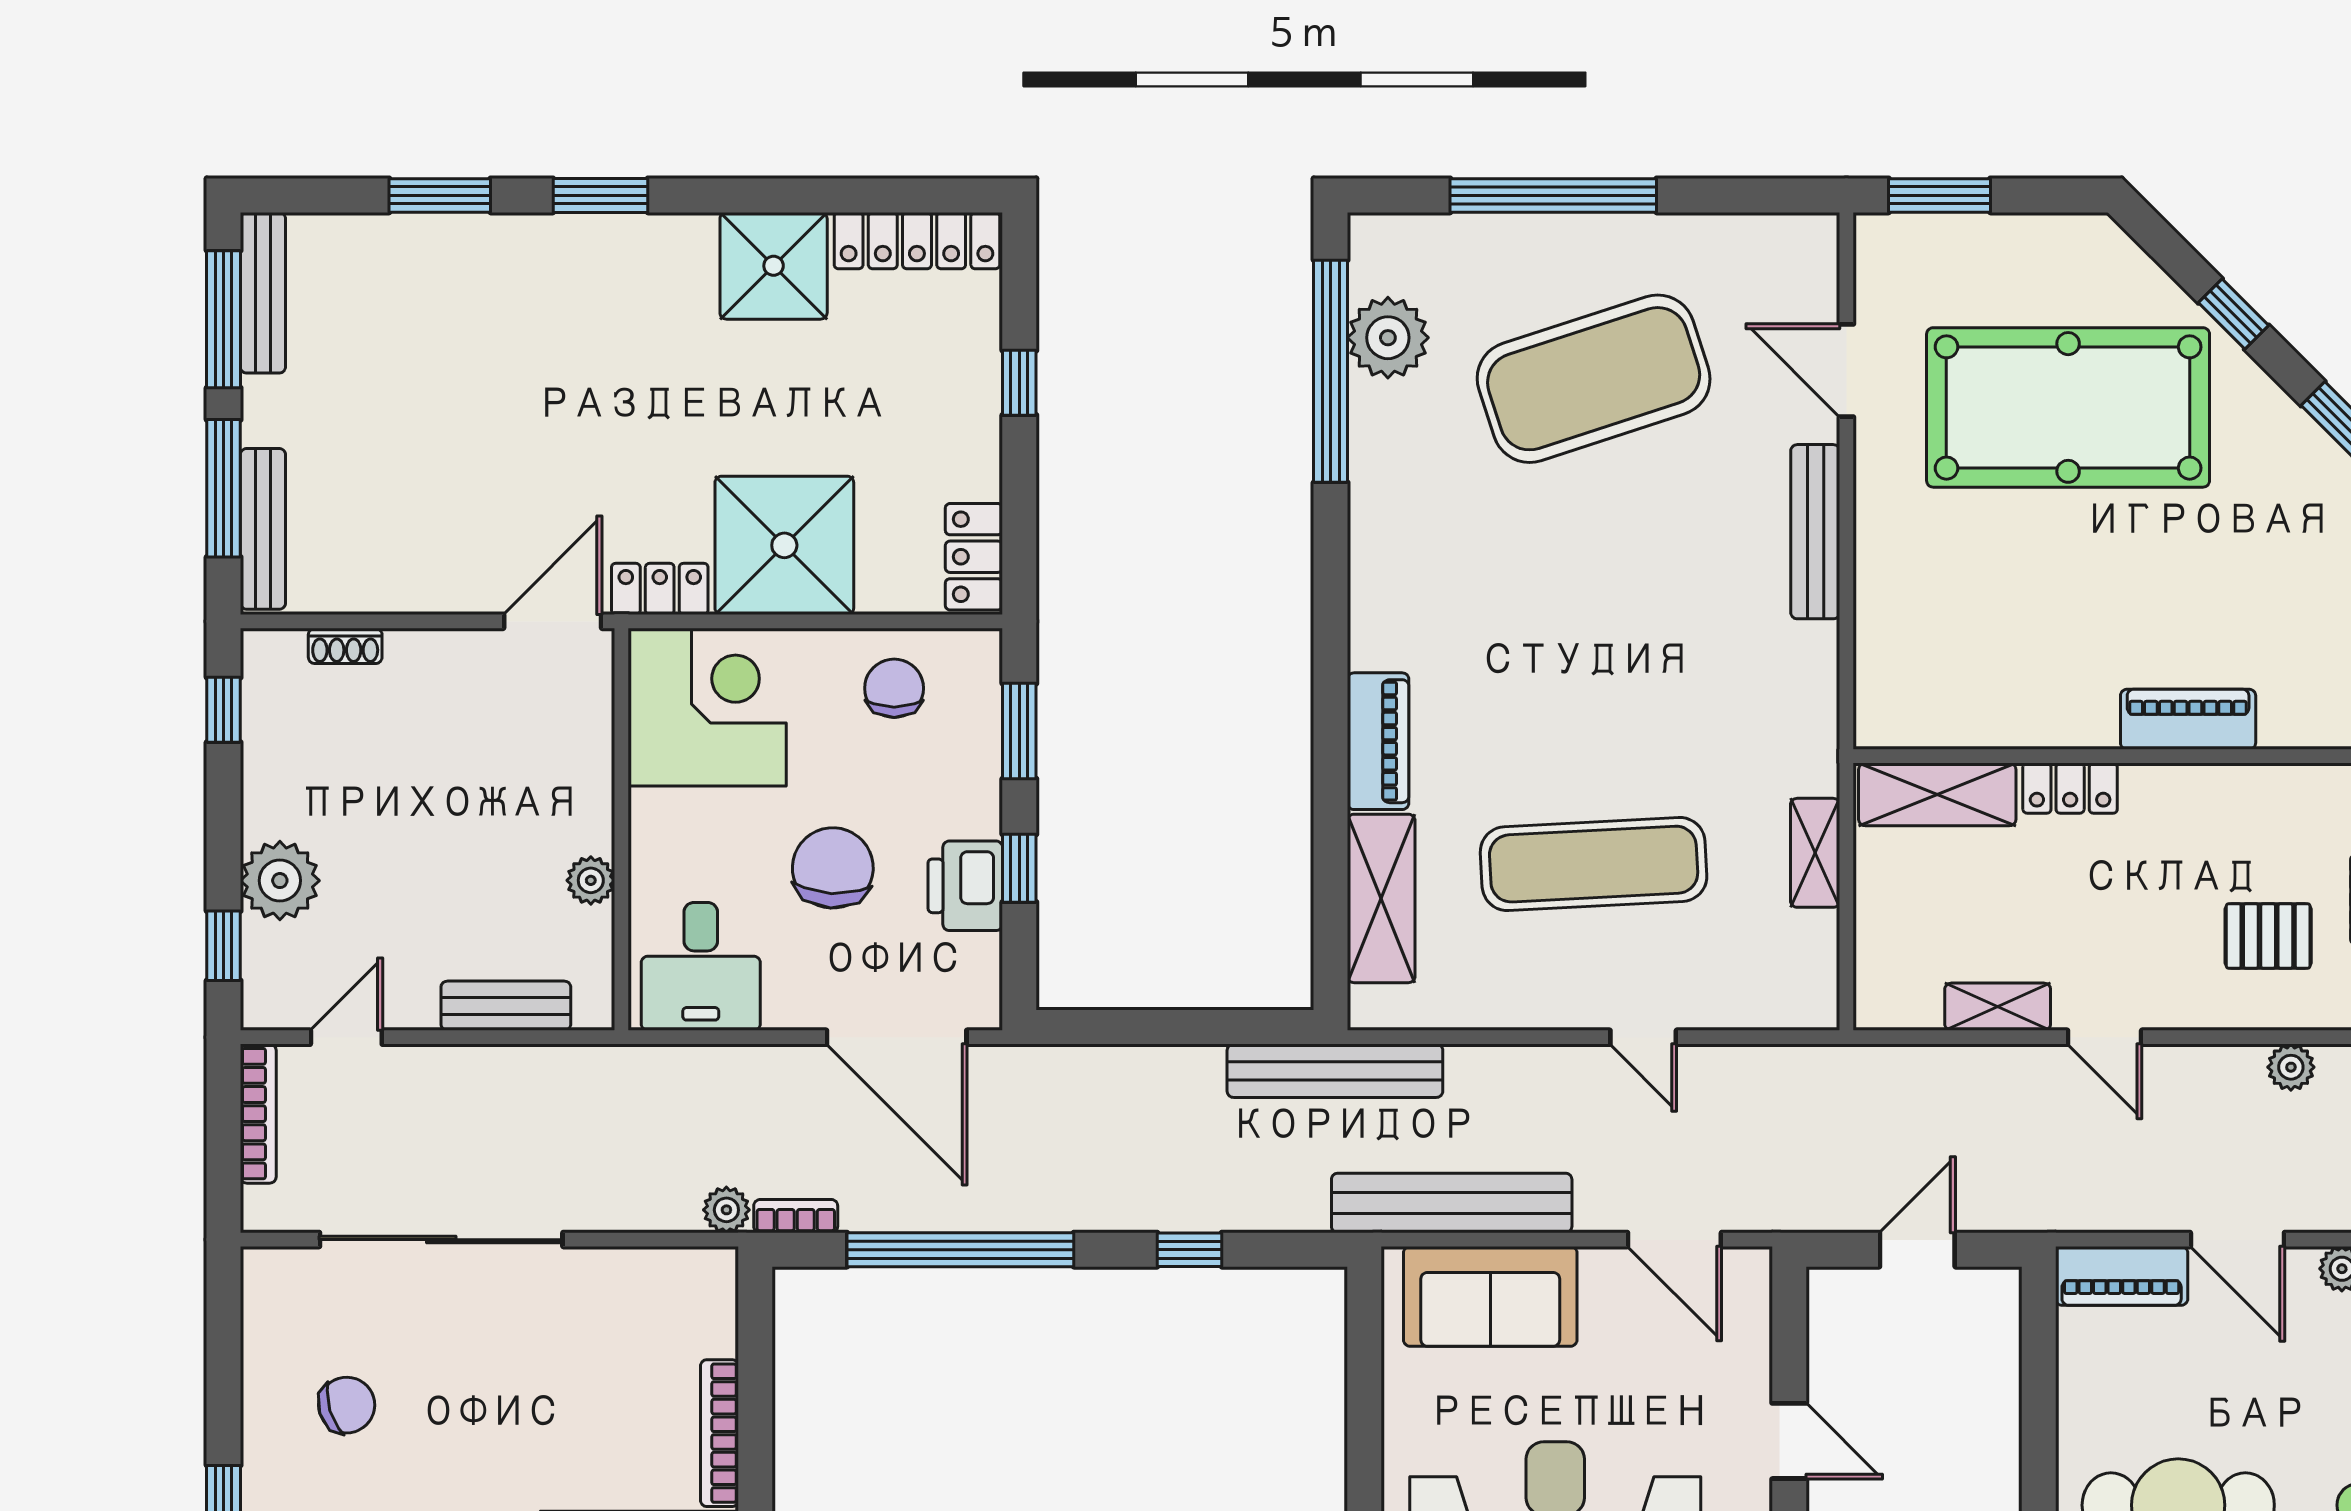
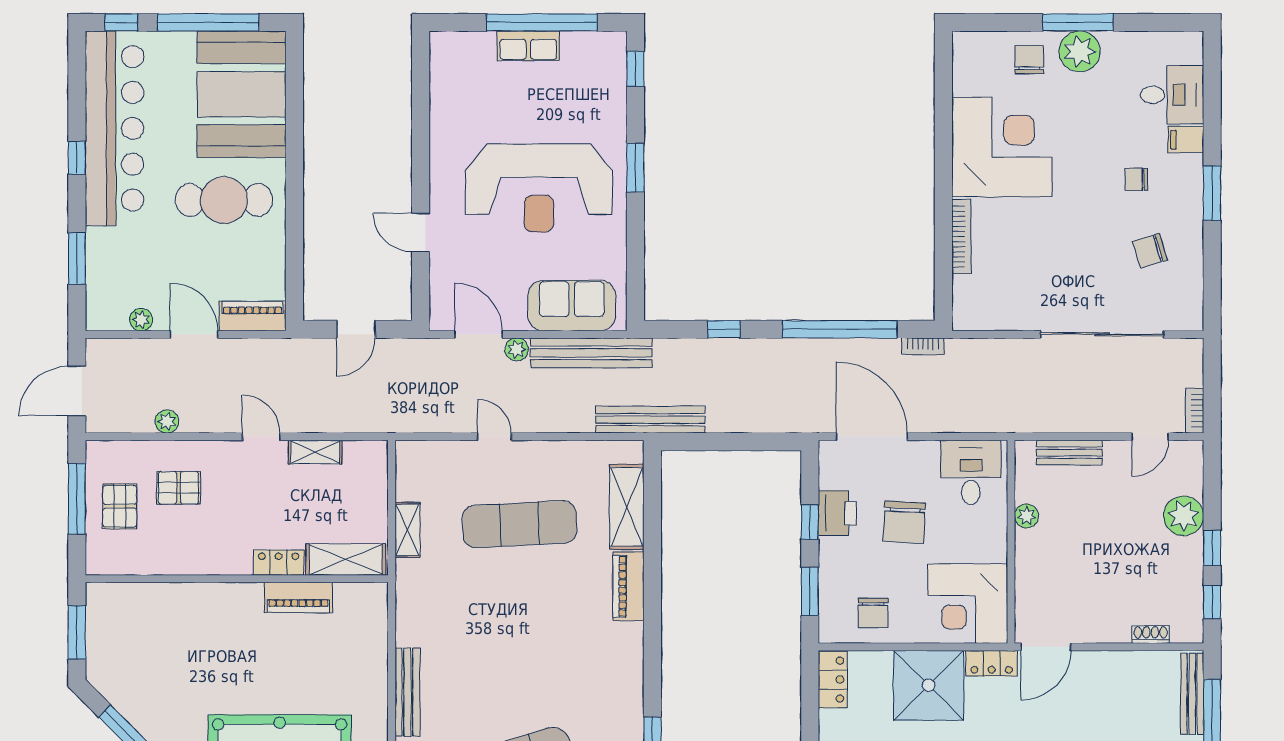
piano: (2188, 719) -> (298, 597), moved
window: (224, 946) -> (1212, 548), moved
bookcase: (258, 1114) -> (1195, 411), width x0.64
plant: (726, 1210) -> (517, 349), moved

